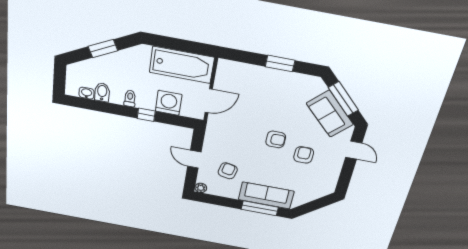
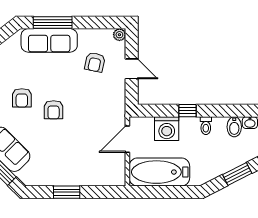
armchair: (276, 139) -> (54, 110), turned -90

